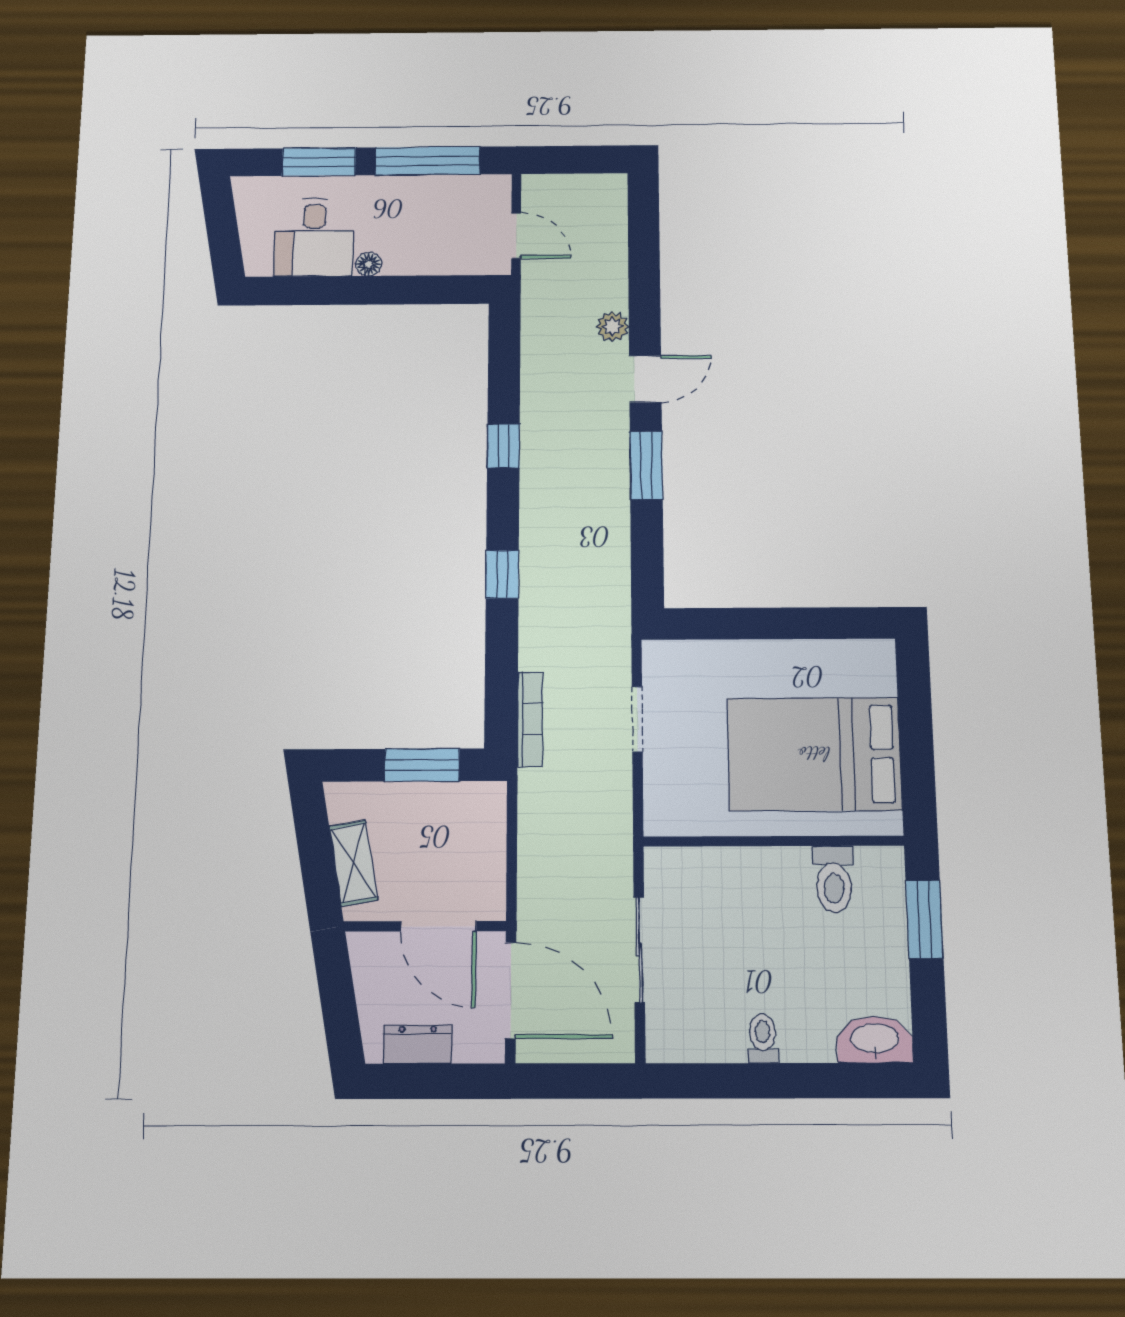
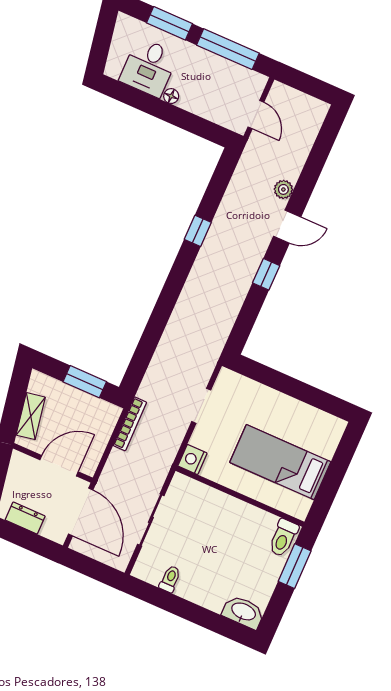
window: (646, 465) -> (266, 274), width x0.67
window: (502, 574) -> (167, 300), removed
bookcase: (530, 719) -> (130, 424), moved
bed: (814, 754) -> (280, 462), width x0.67
nightstand: (664, 815) -> (192, 459), added
toilet: (834, 879) -> (283, 538), moved
door: (439, 926) -> (59, 466), swing flipped
toilet: (763, 1038) -> (170, 579), moved

